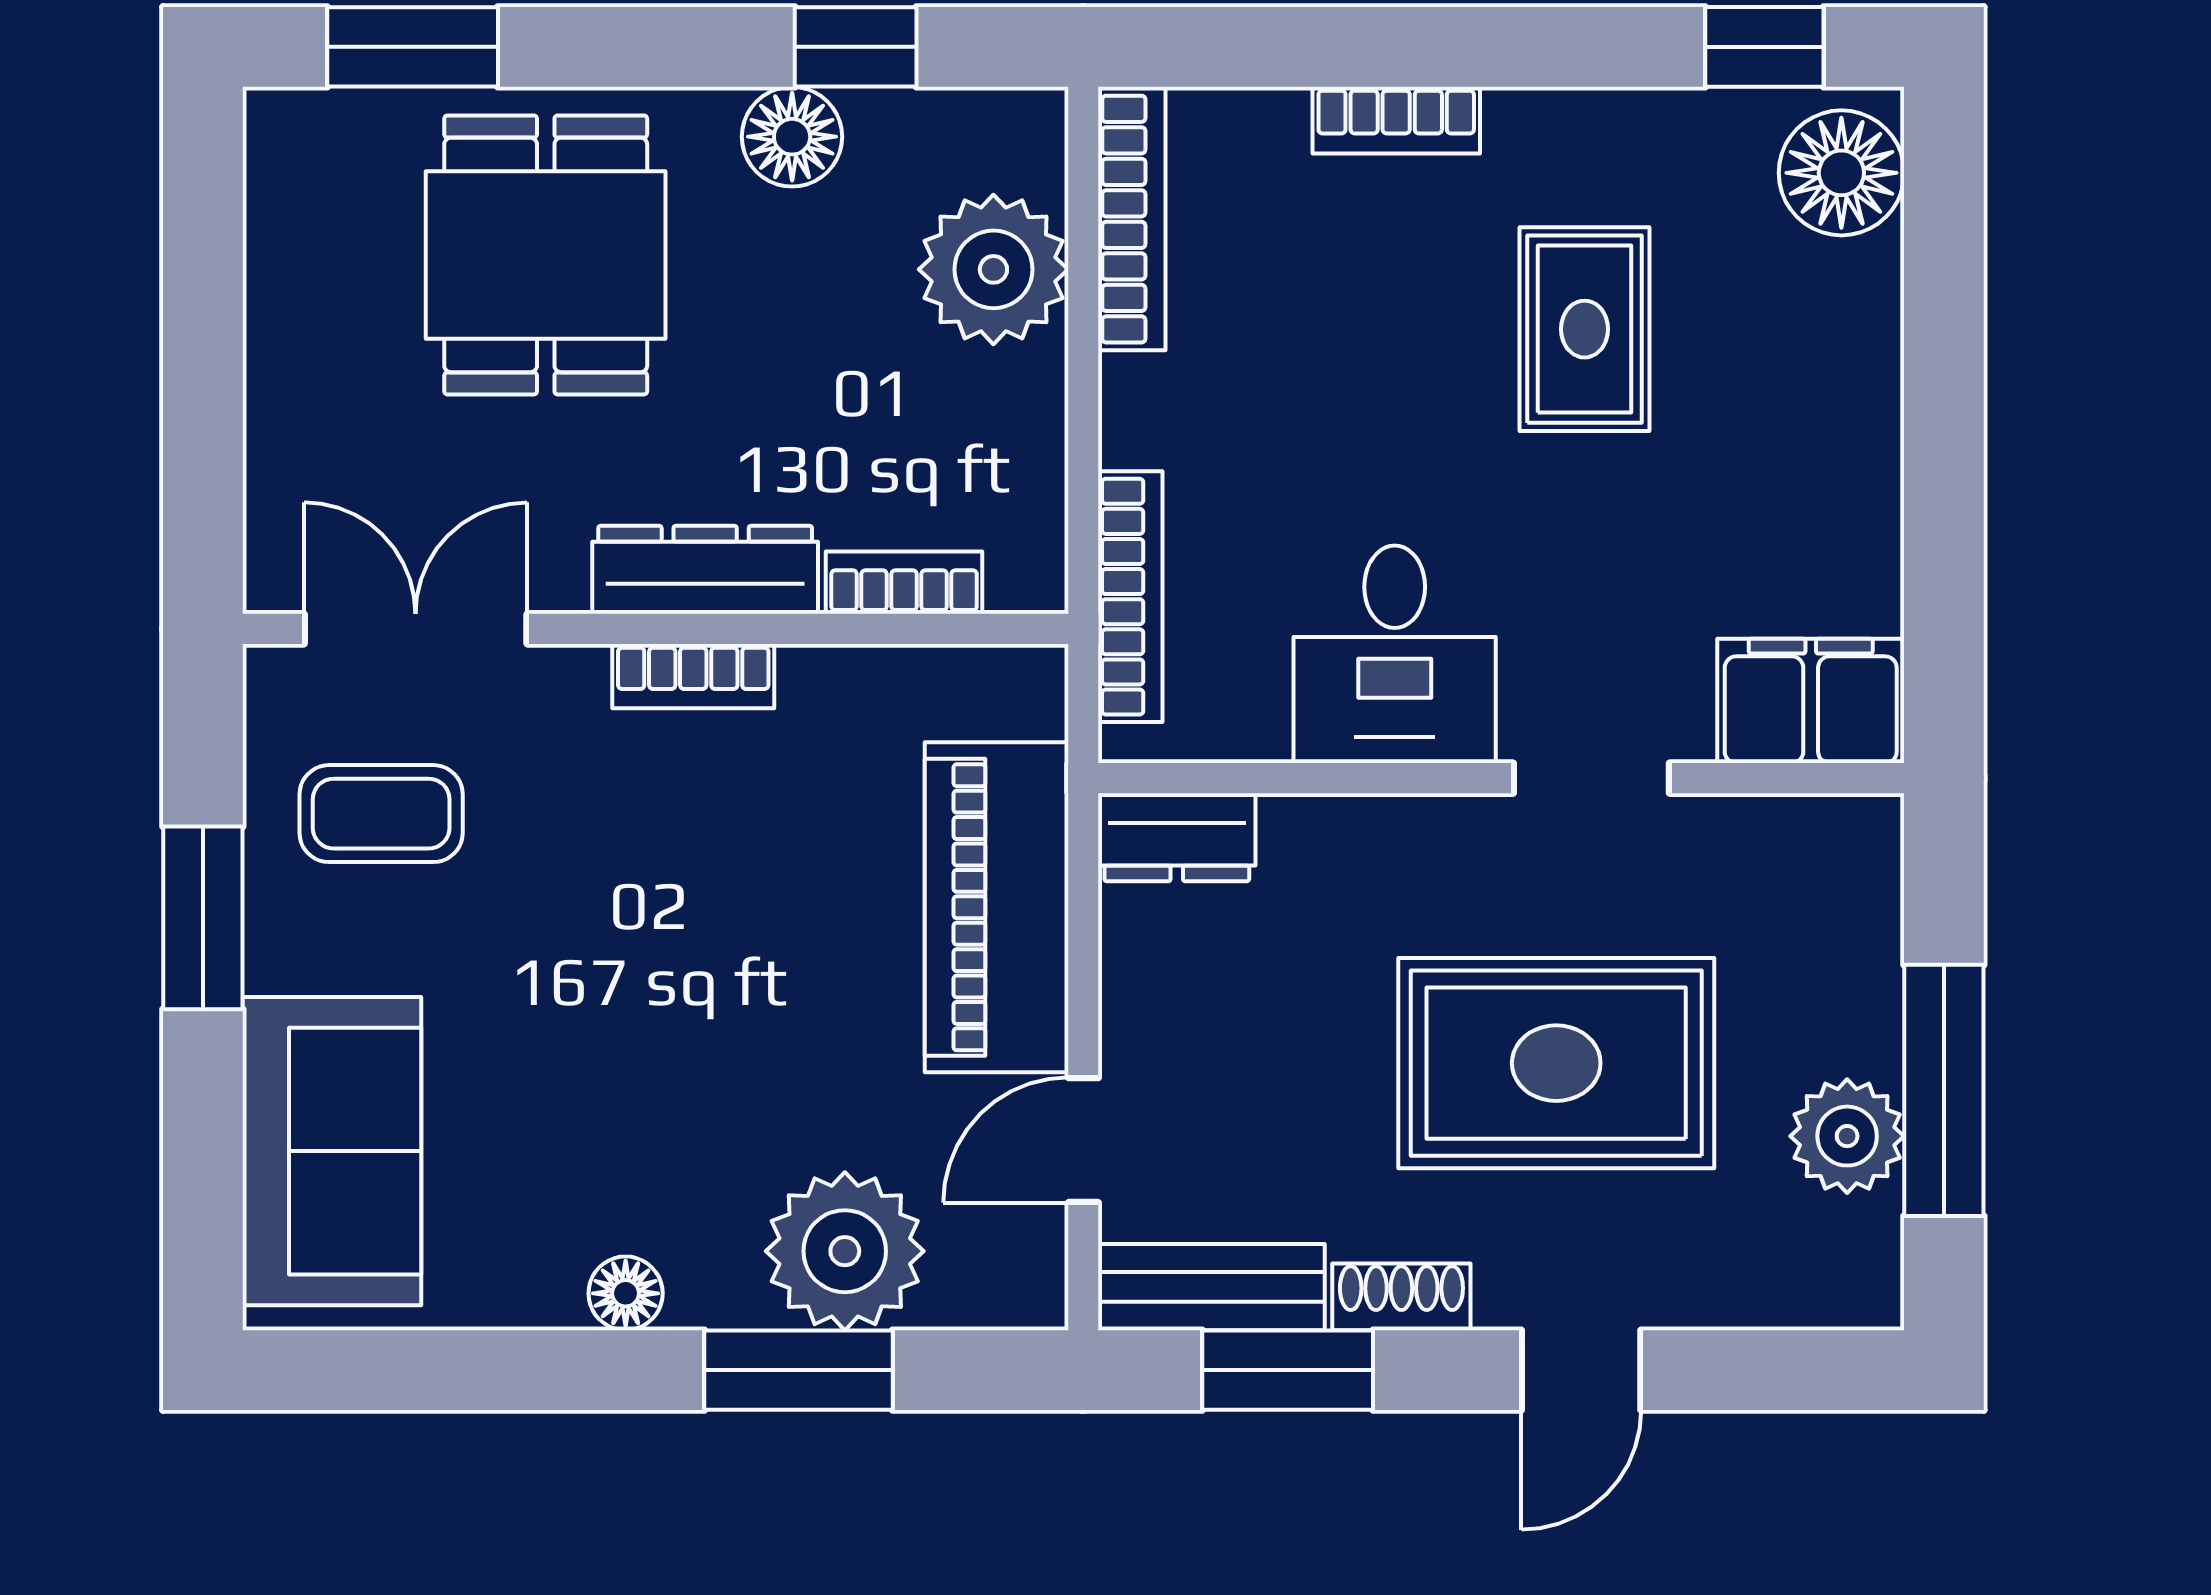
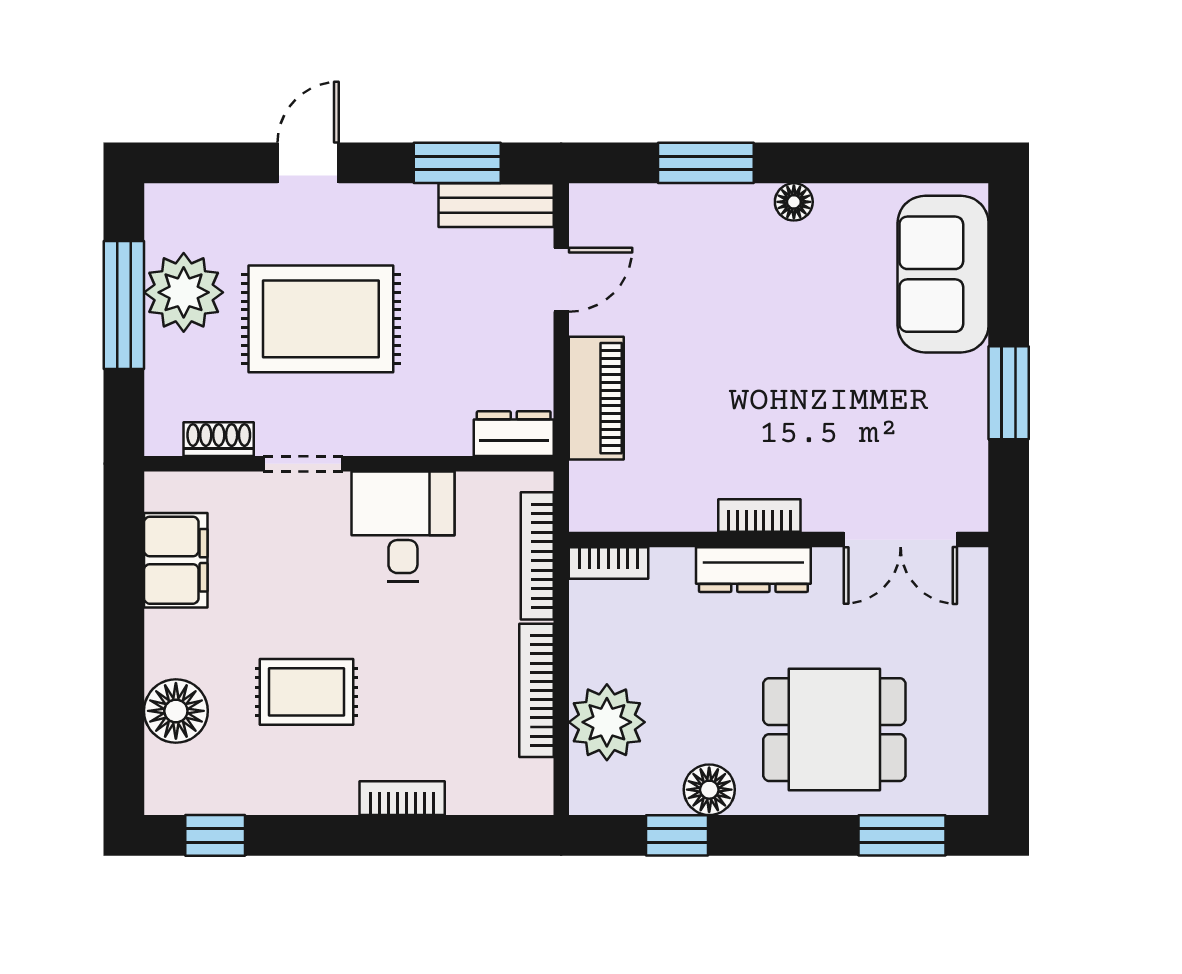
floor lamp: (1841, 173) -> (176, 711), moved
bookcase: (1132, 219) -> (537, 690), moved
dining table: (546, 255) -> (834, 730), turned 90
rug: (1585, 329) -> (306, 692), turned 90
bookcase: (904, 583) -> (608, 563), moved
filing cabinet: (1811, 701) -> (176, 560), moved, turned -90
coffee table: (381, 814) -> (918, 446), removed
piano: (997, 907) -> (596, 398), width x0.73, depth x0.75
plant: (1847, 1136) -> (184, 292), width x1.36, depth x1.36
plant: (845, 1251) -> (682, 223), removed
shoe rack: (1401, 1297) -> (219, 439), moved, turned 180

